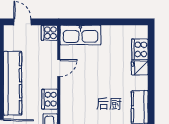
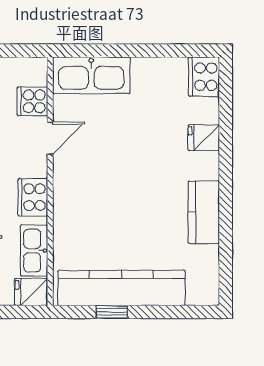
cooker: (49, 33) -> (32, 101), moved
cooker: (140, 49) -> (204, 77), moved

